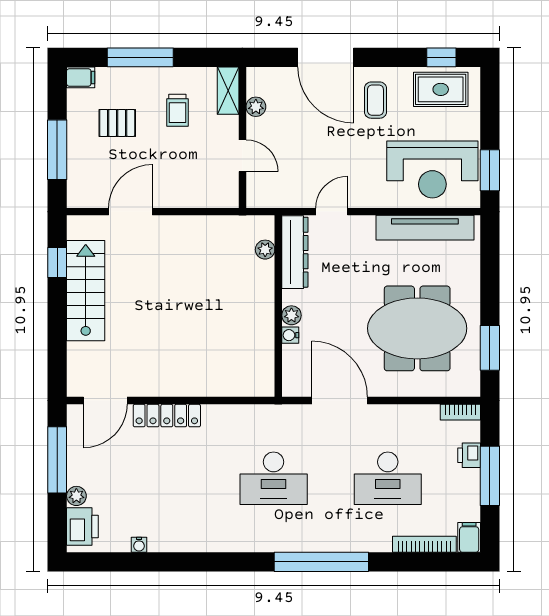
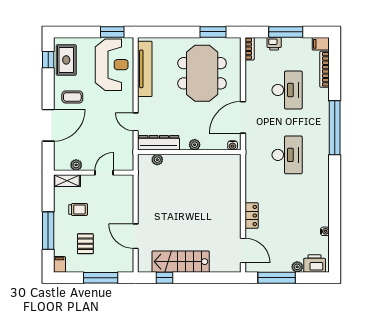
water cooler: (290, 335) -> (233, 145), moved
locker: (167, 416) -> (252, 216), width x0.66

